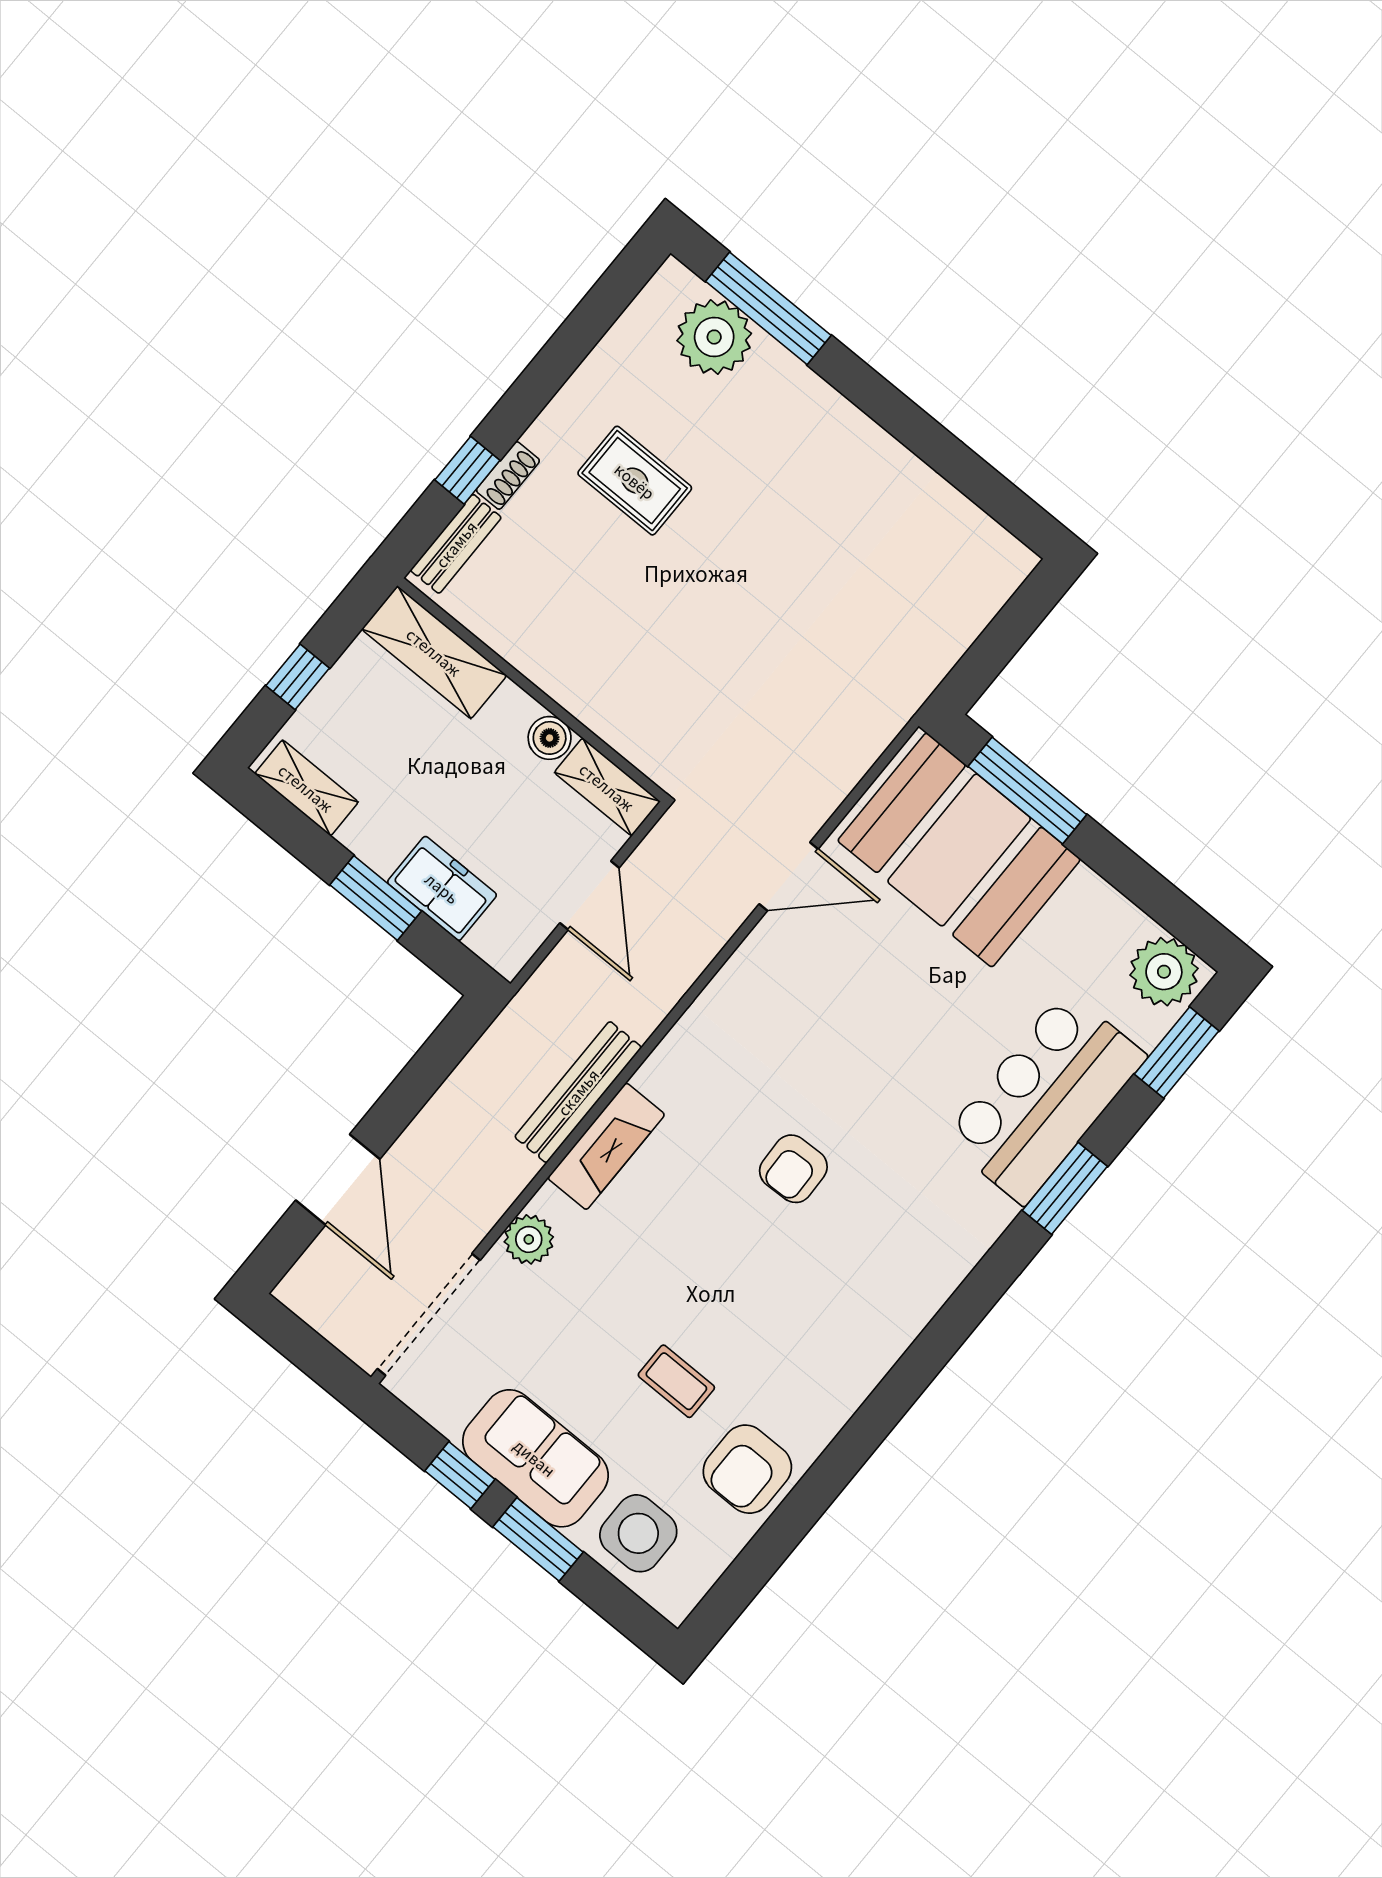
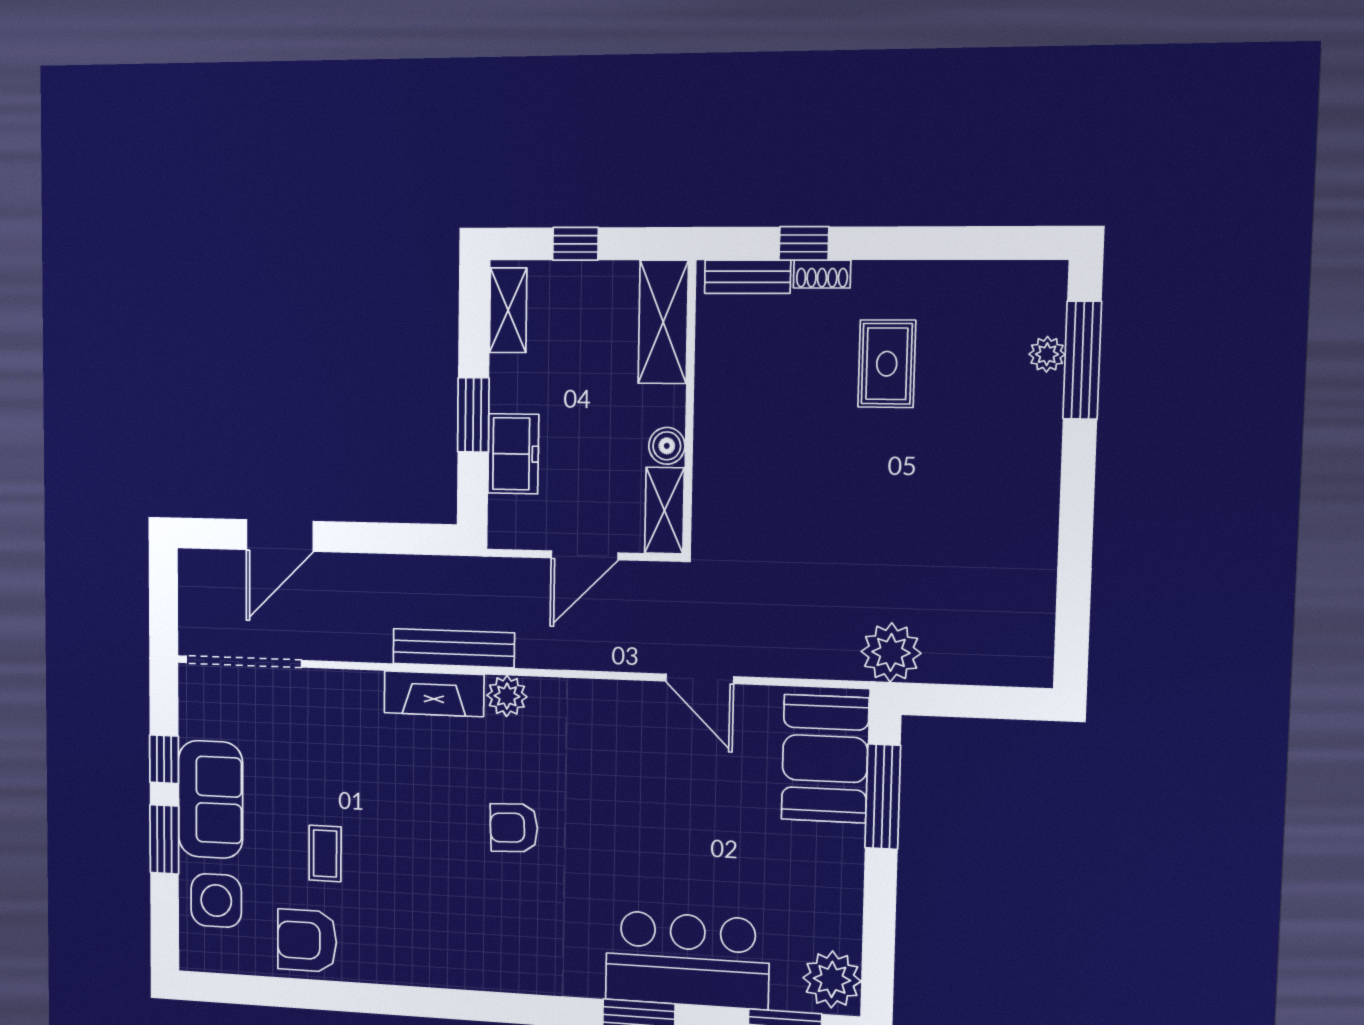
plant: (714, 337) -> (1047, 354), width x0.53, depth x0.53
plant: (900, 680) -> (891, 652), added
booth: (959, 850) -> (825, 759), width x0.73, depth x0.70
plant: (529, 1239) -> (507, 696), moved

